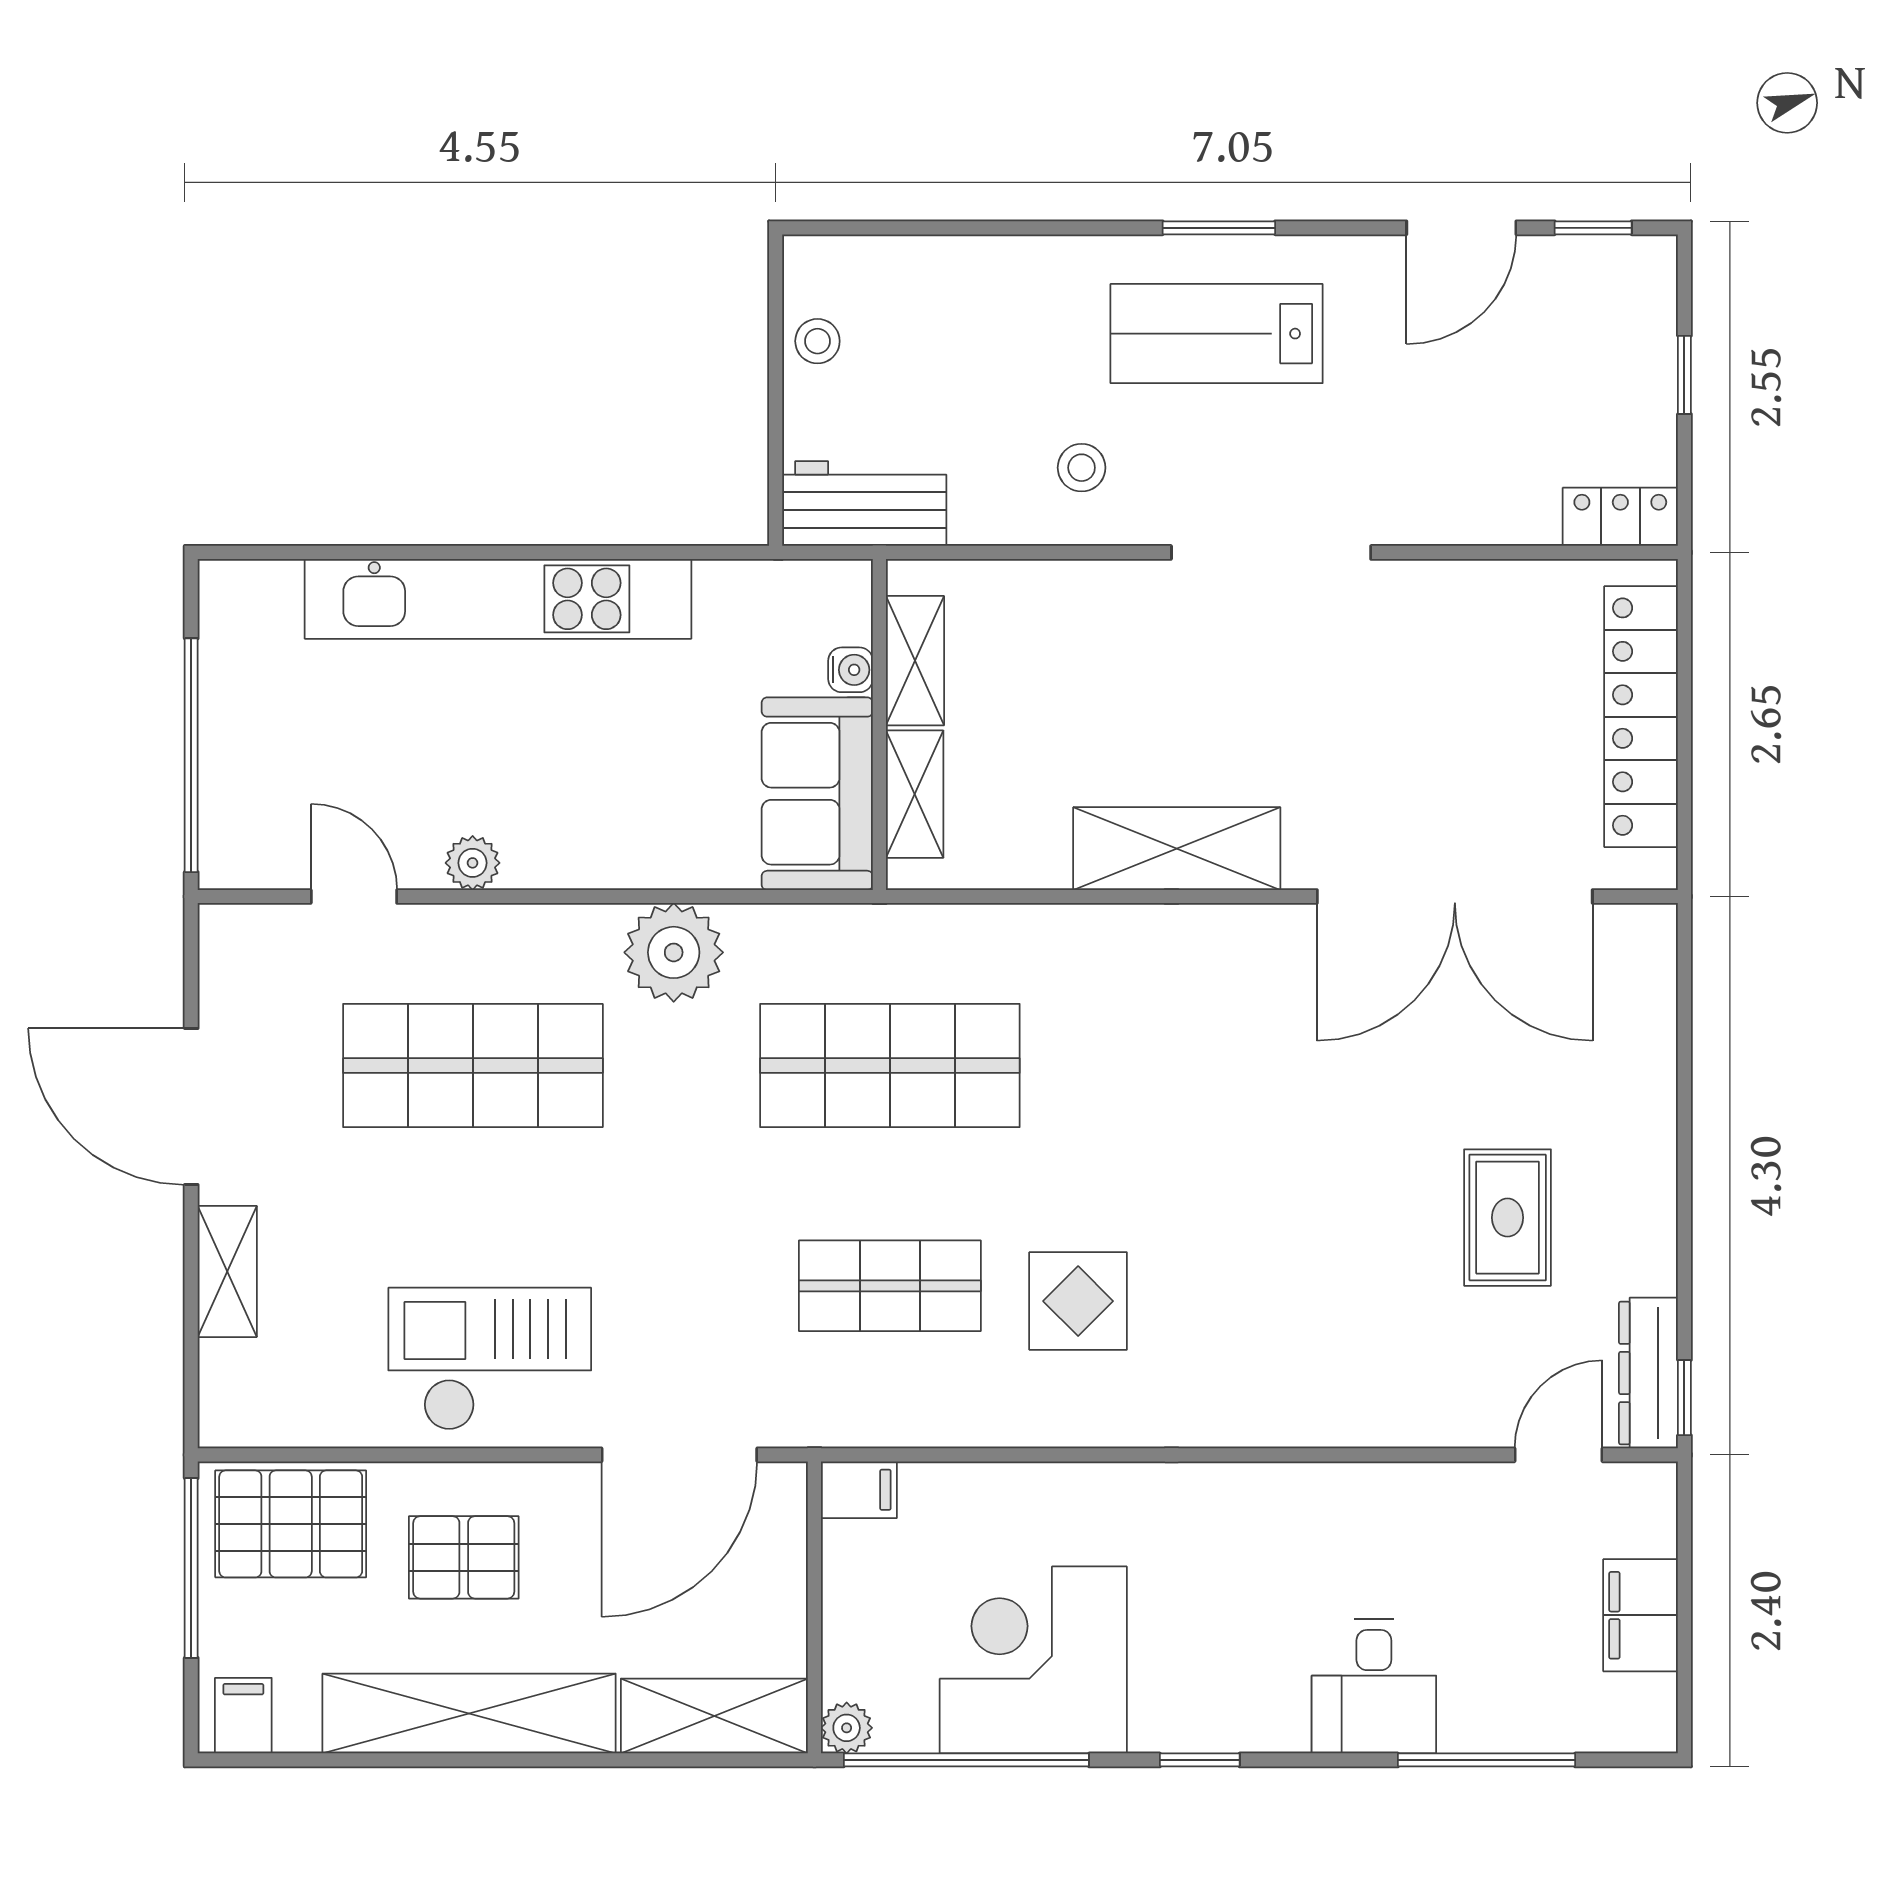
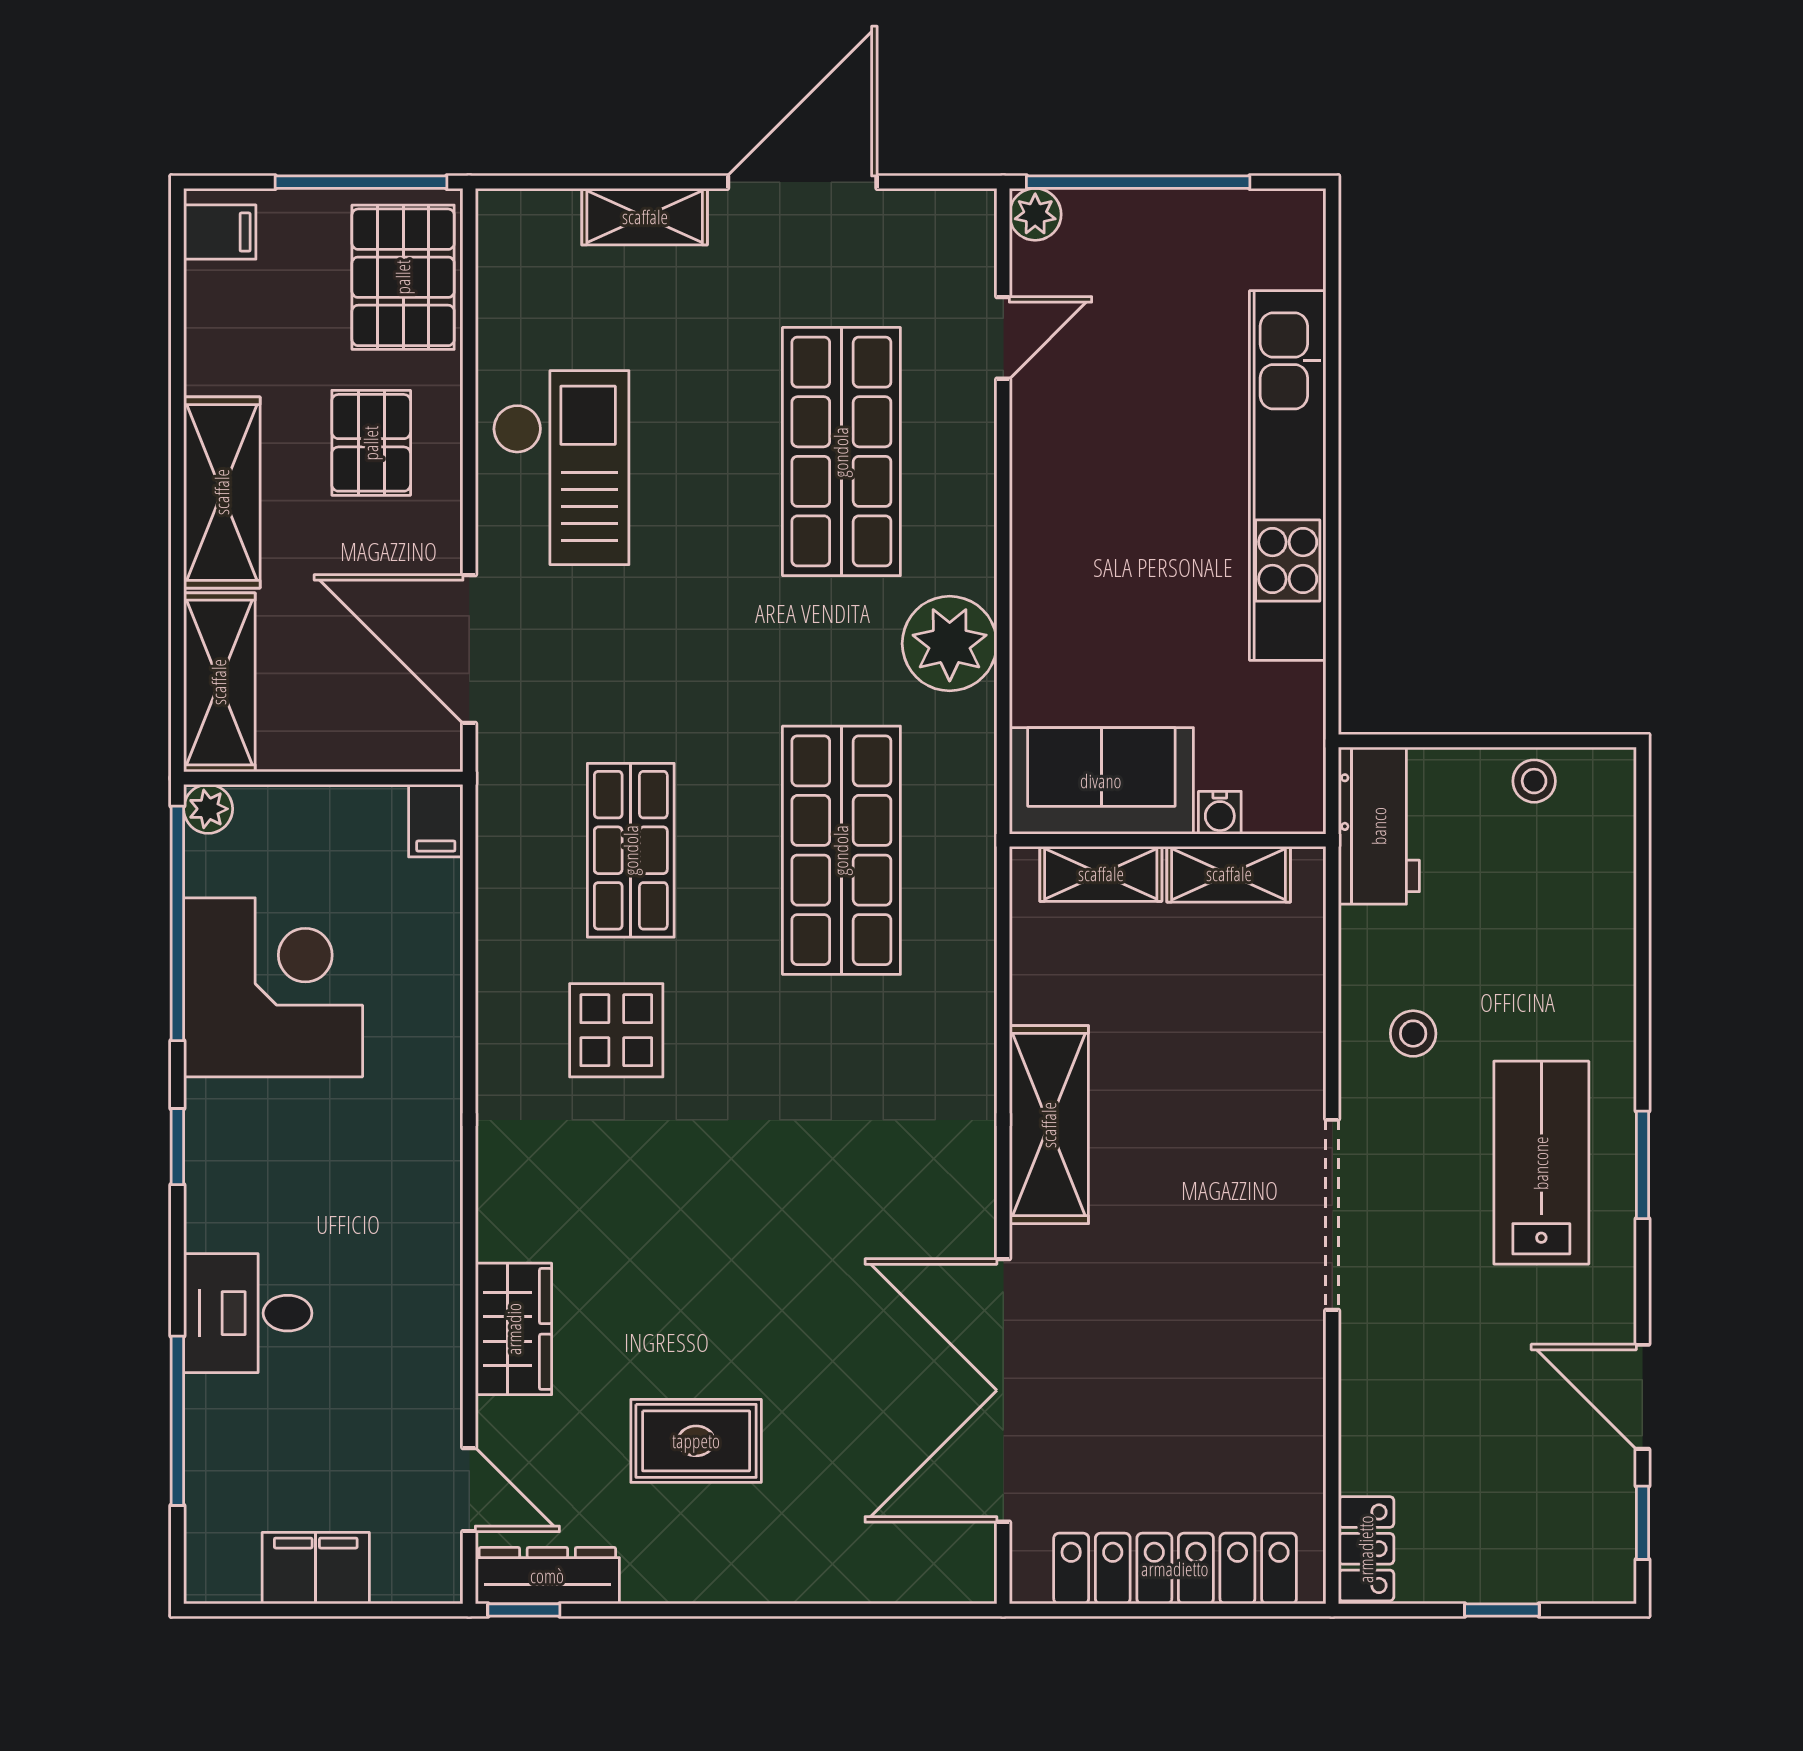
plant: (473, 863) -> (1035, 214), moved
wardrobe: (1390, 1408) -> (514, 1329), added
shelving: (469, 1713) -> (222, 492), width x0.68

